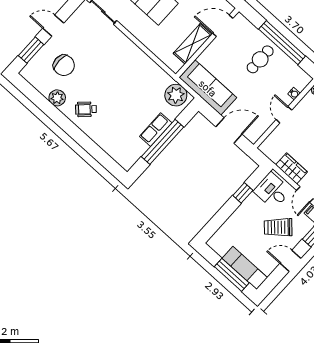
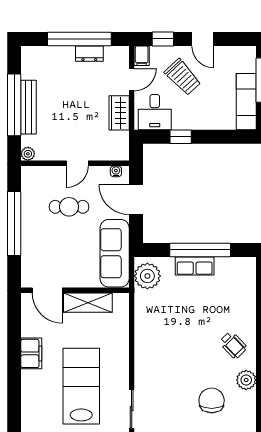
cafe table: (260, 59) -> (69, 207), moved
water cooler: (294, 94) -> (116, 171), moved
exam couch: (245, 268) -> (246, 102), moved

